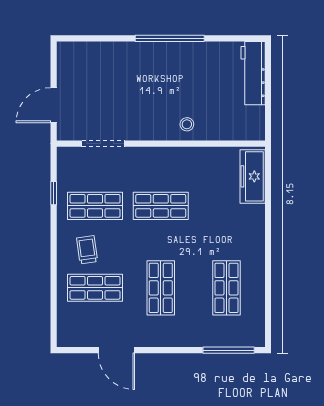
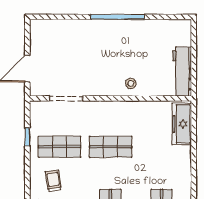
workbench: (253, 73) -> (182, 72), moved

